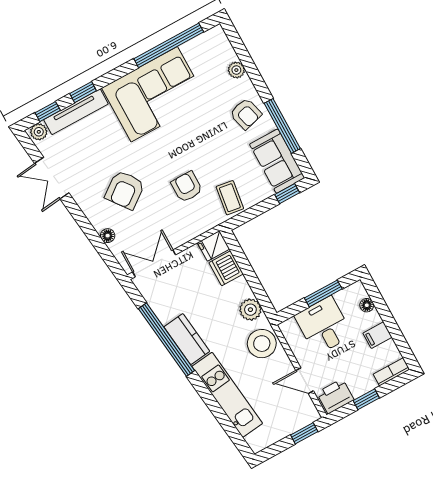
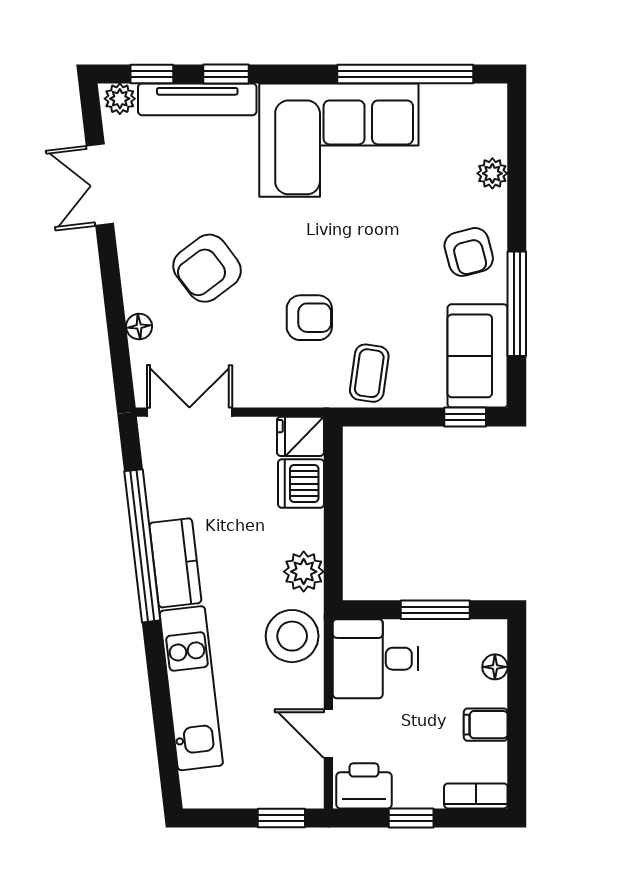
armchair: (187, 187) -> (309, 318), turned 90
desk: (324, 326) -> (376, 659), moved, turned -90

